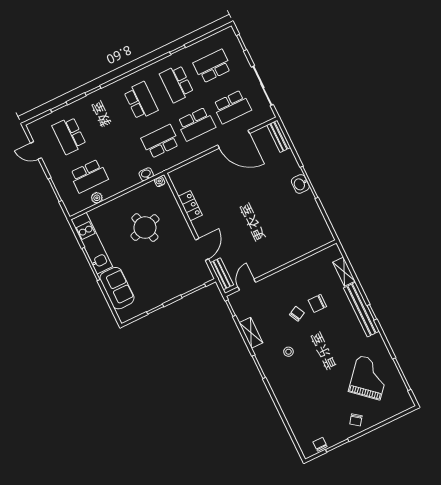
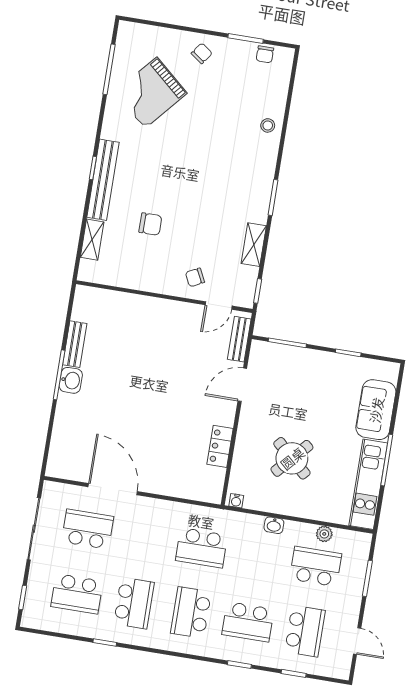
school desk: (196, 124) -> (248, 622), moved, turned 180
bench: (279, 136) -> (75, 344), moved
washbasin: (146, 174) -> (274, 525), moved
round table: (145, 228) -> (292, 458), turned -32
chair: (297, 314) -> (195, 277), moved
stool: (288, 352) -> (268, 125), moved

